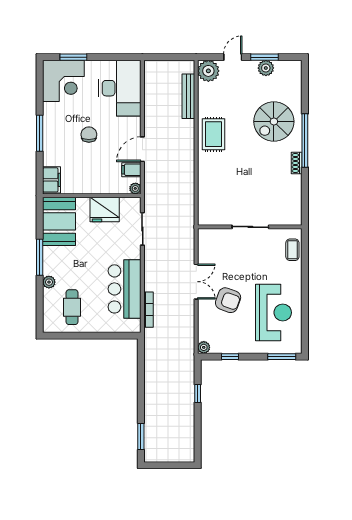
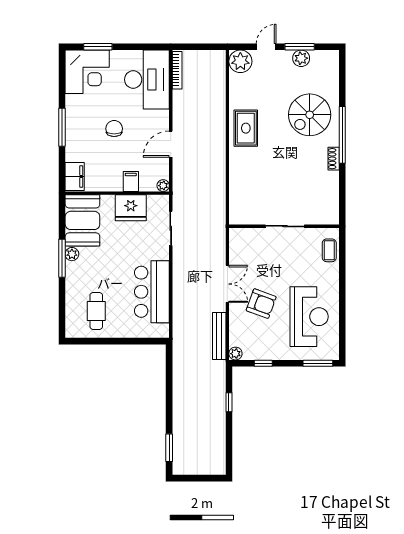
bench: (188, 96) -> (219, 336), moved
filing cabinet: (131, 170) -> (131, 182), moved, turned 90
plant: (49, 282) -> (72, 254), moved
bookcase: (149, 310) -> (177, 70), moved

